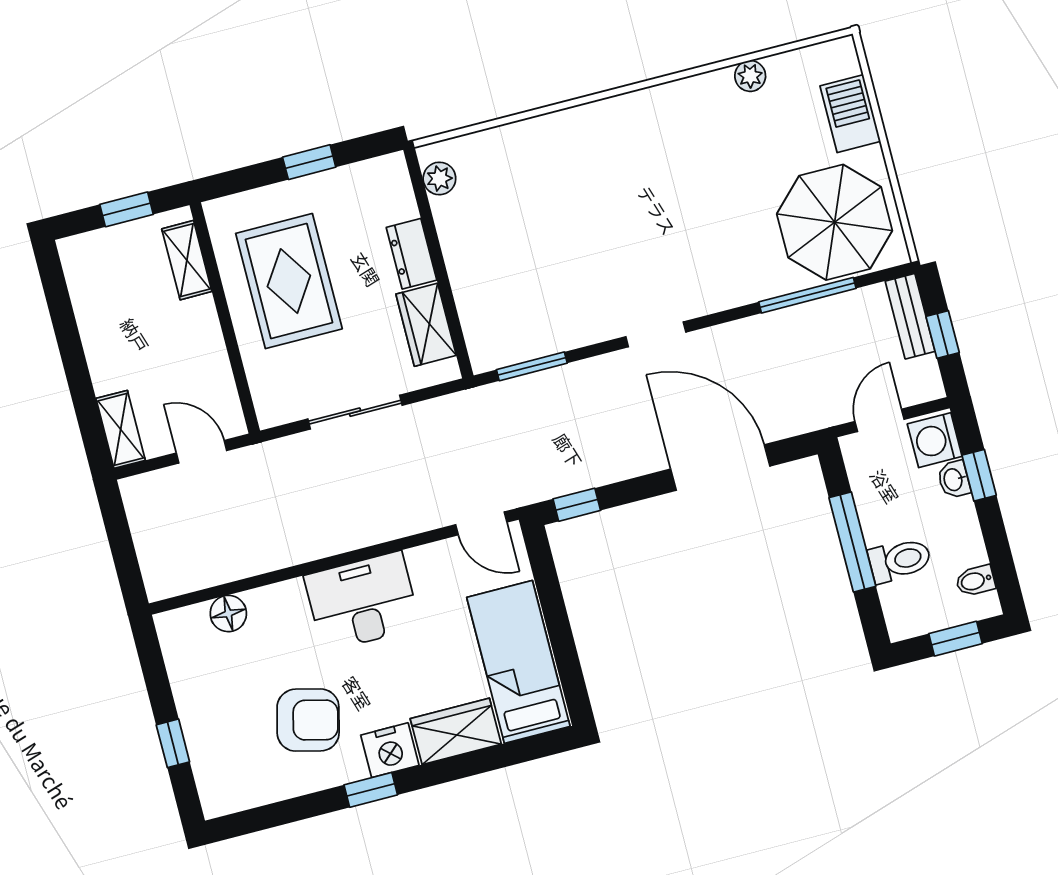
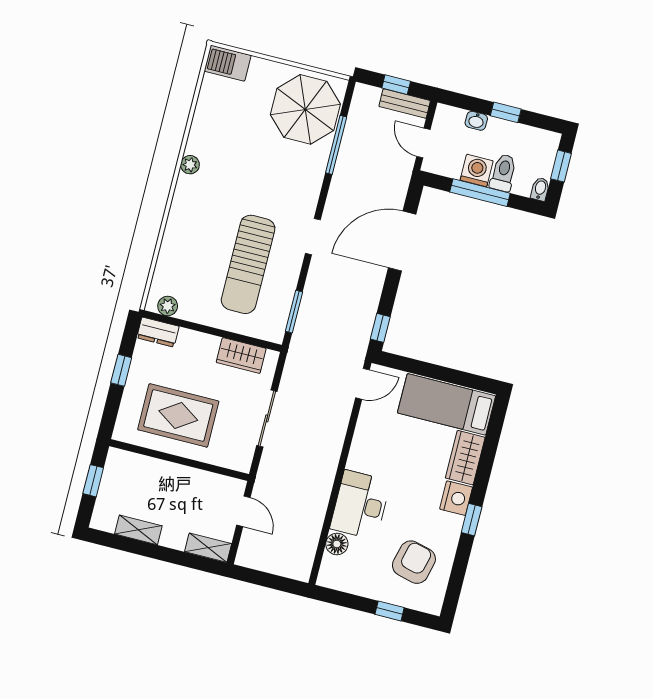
plant: (750, 76) -> (190, 165), moved
barbecue: (850, 114) -> (228, 63), moved
dresser: (412, 254) -> (158, 332), moved
shelving: (187, 260) -> (138, 530), moved
sun lounger: (564, 262) -> (248, 264), added
bench: (910, 316) -> (405, 104), moved
washing machine: (935, 440) -> (477, 170), moved, turned 180
door: (202, 452) -> (243, 511), swing flipped
window: (979, 475) -> (506, 112), moved
bidet: (975, 581) -> (540, 189), moved, turned 180
desk: (362, 602) -> (360, 505), moved
armchair: (308, 720) -> (414, 562), moved

